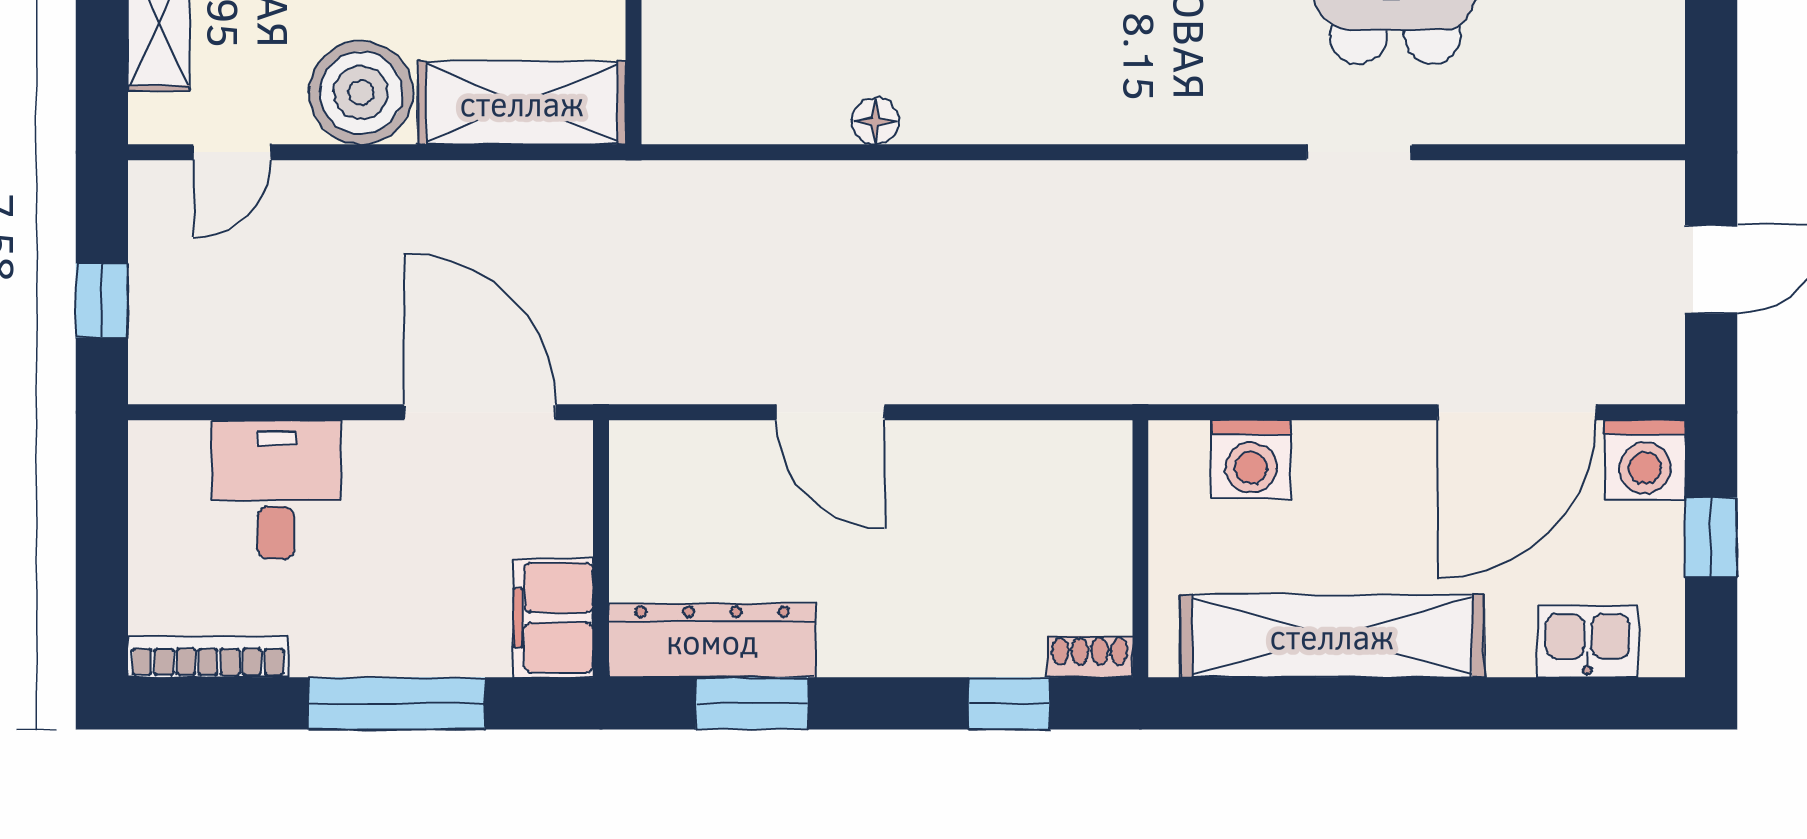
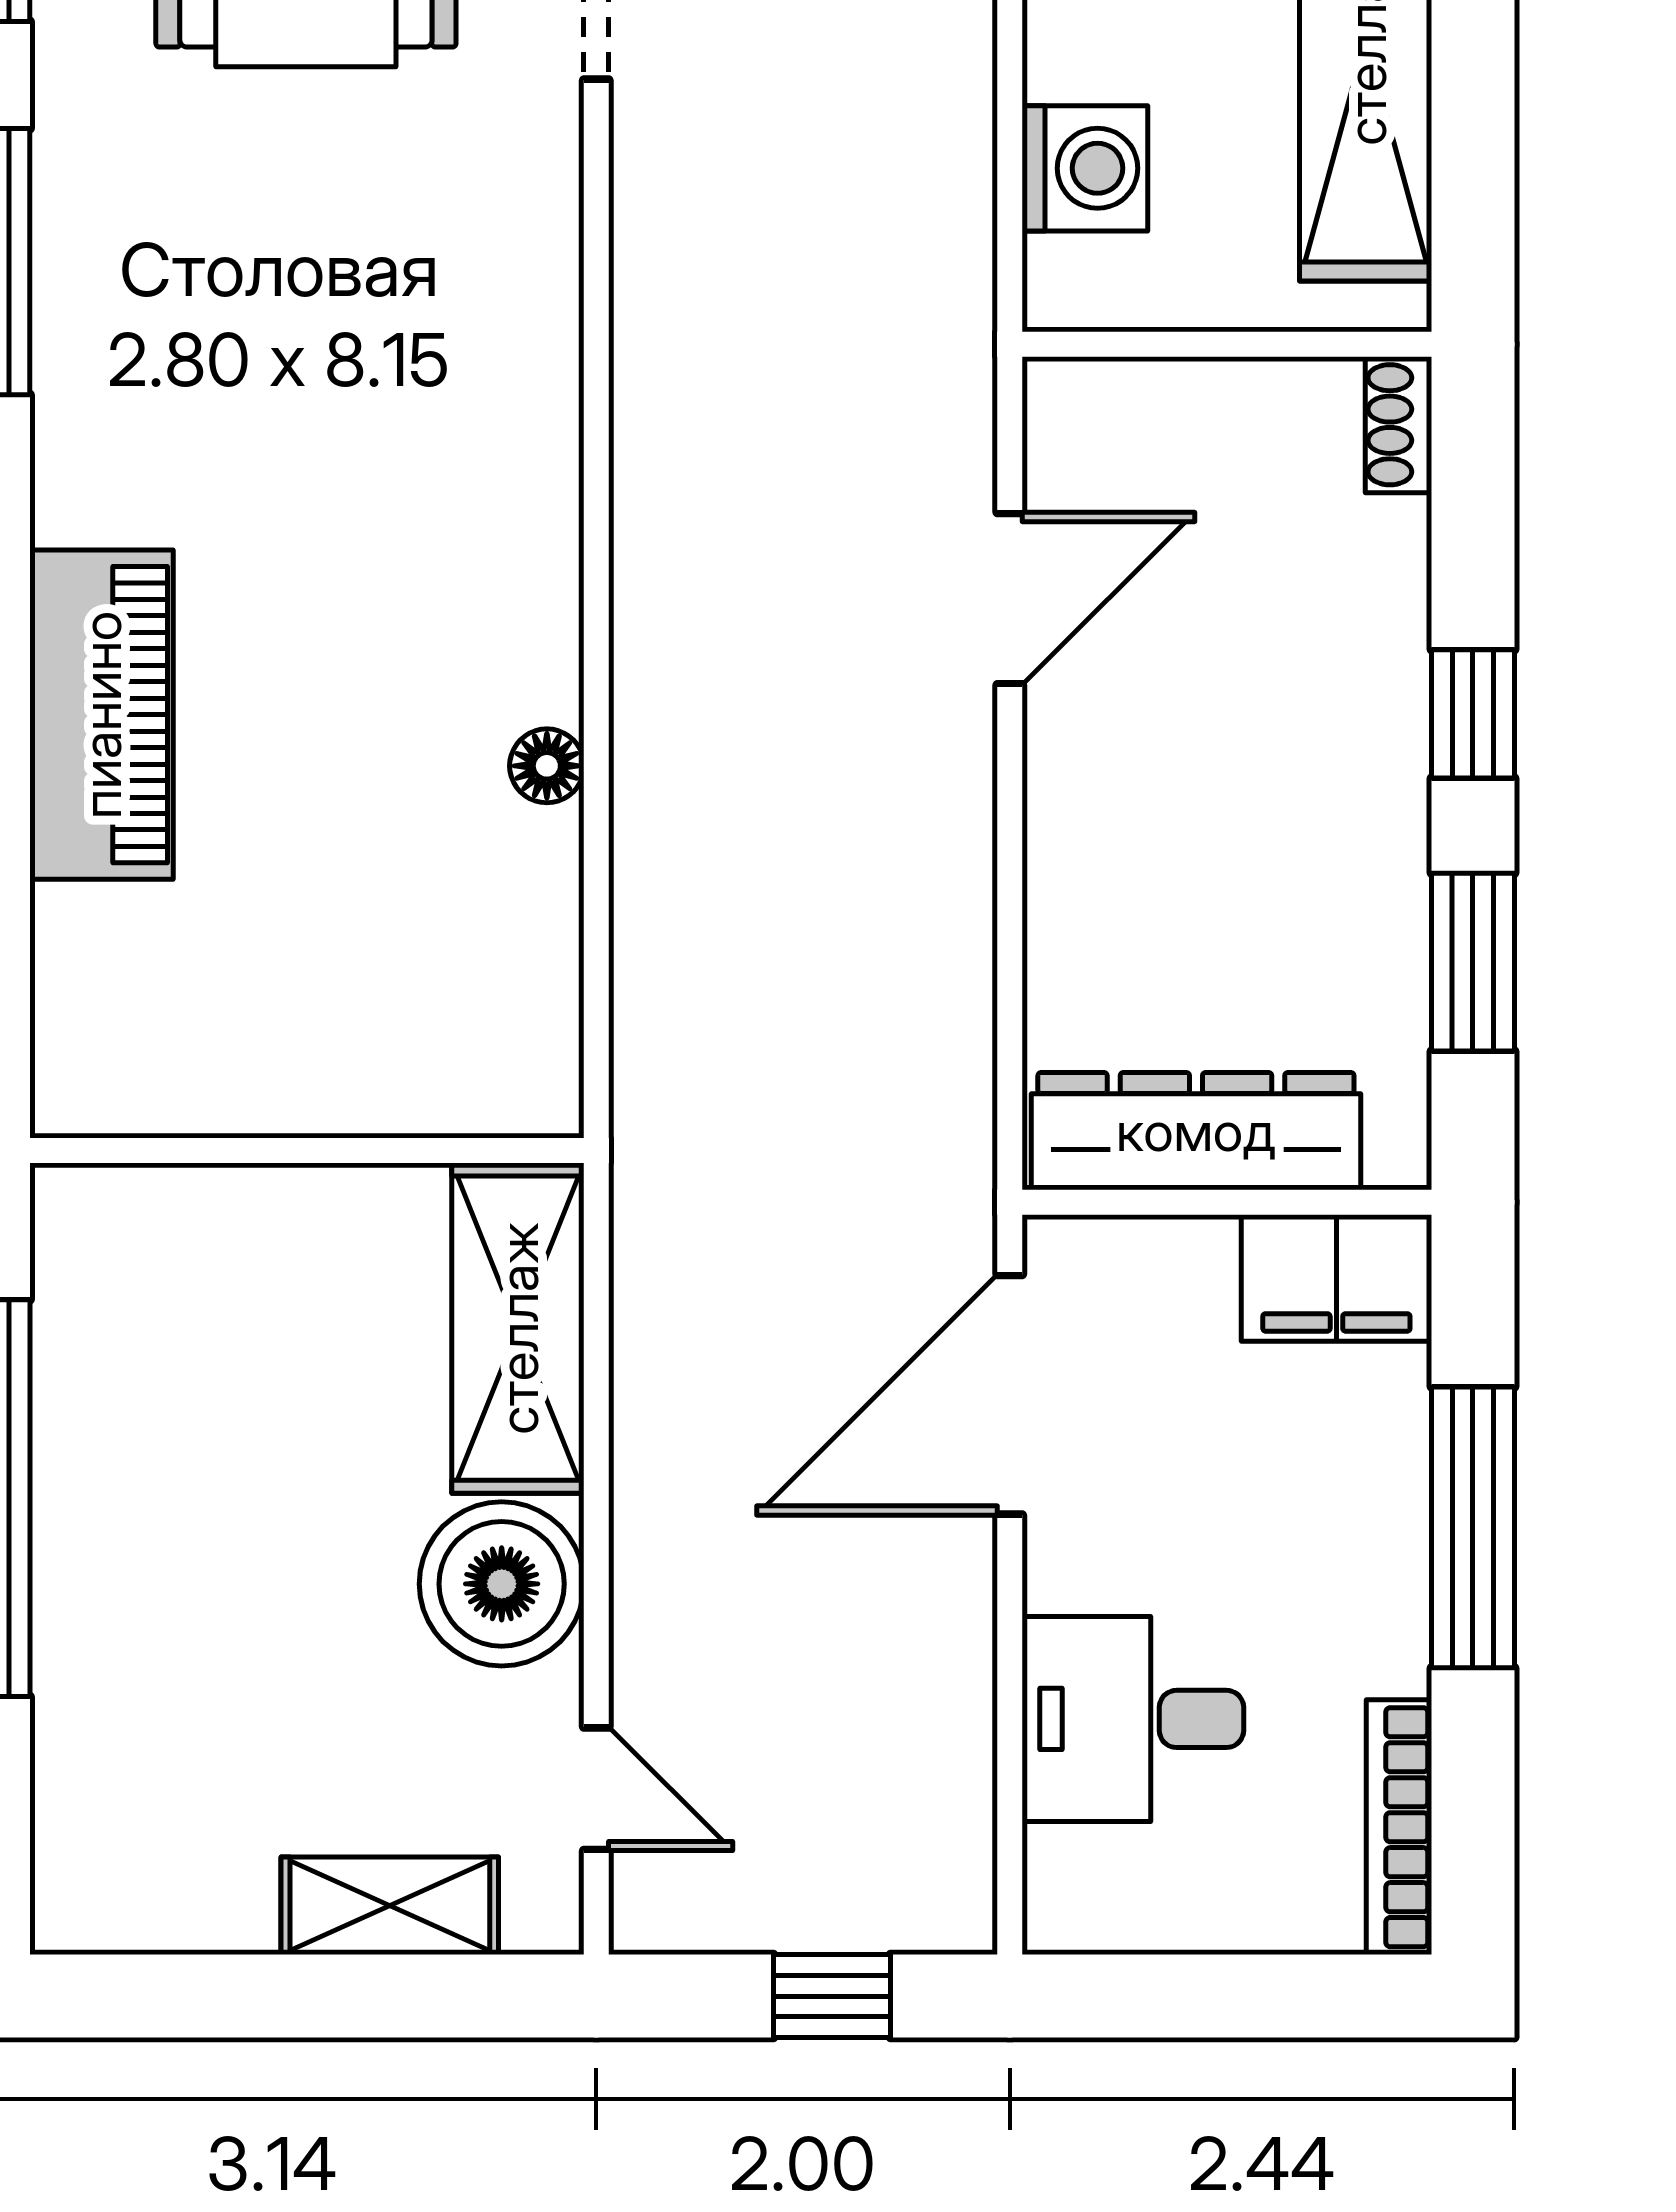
door: (830, 412) -> (1010, 599), moved
dresser: (712, 641) -> (1196, 1131), moved, turned 90
window: (1009, 703) -> (1473, 714), moved

